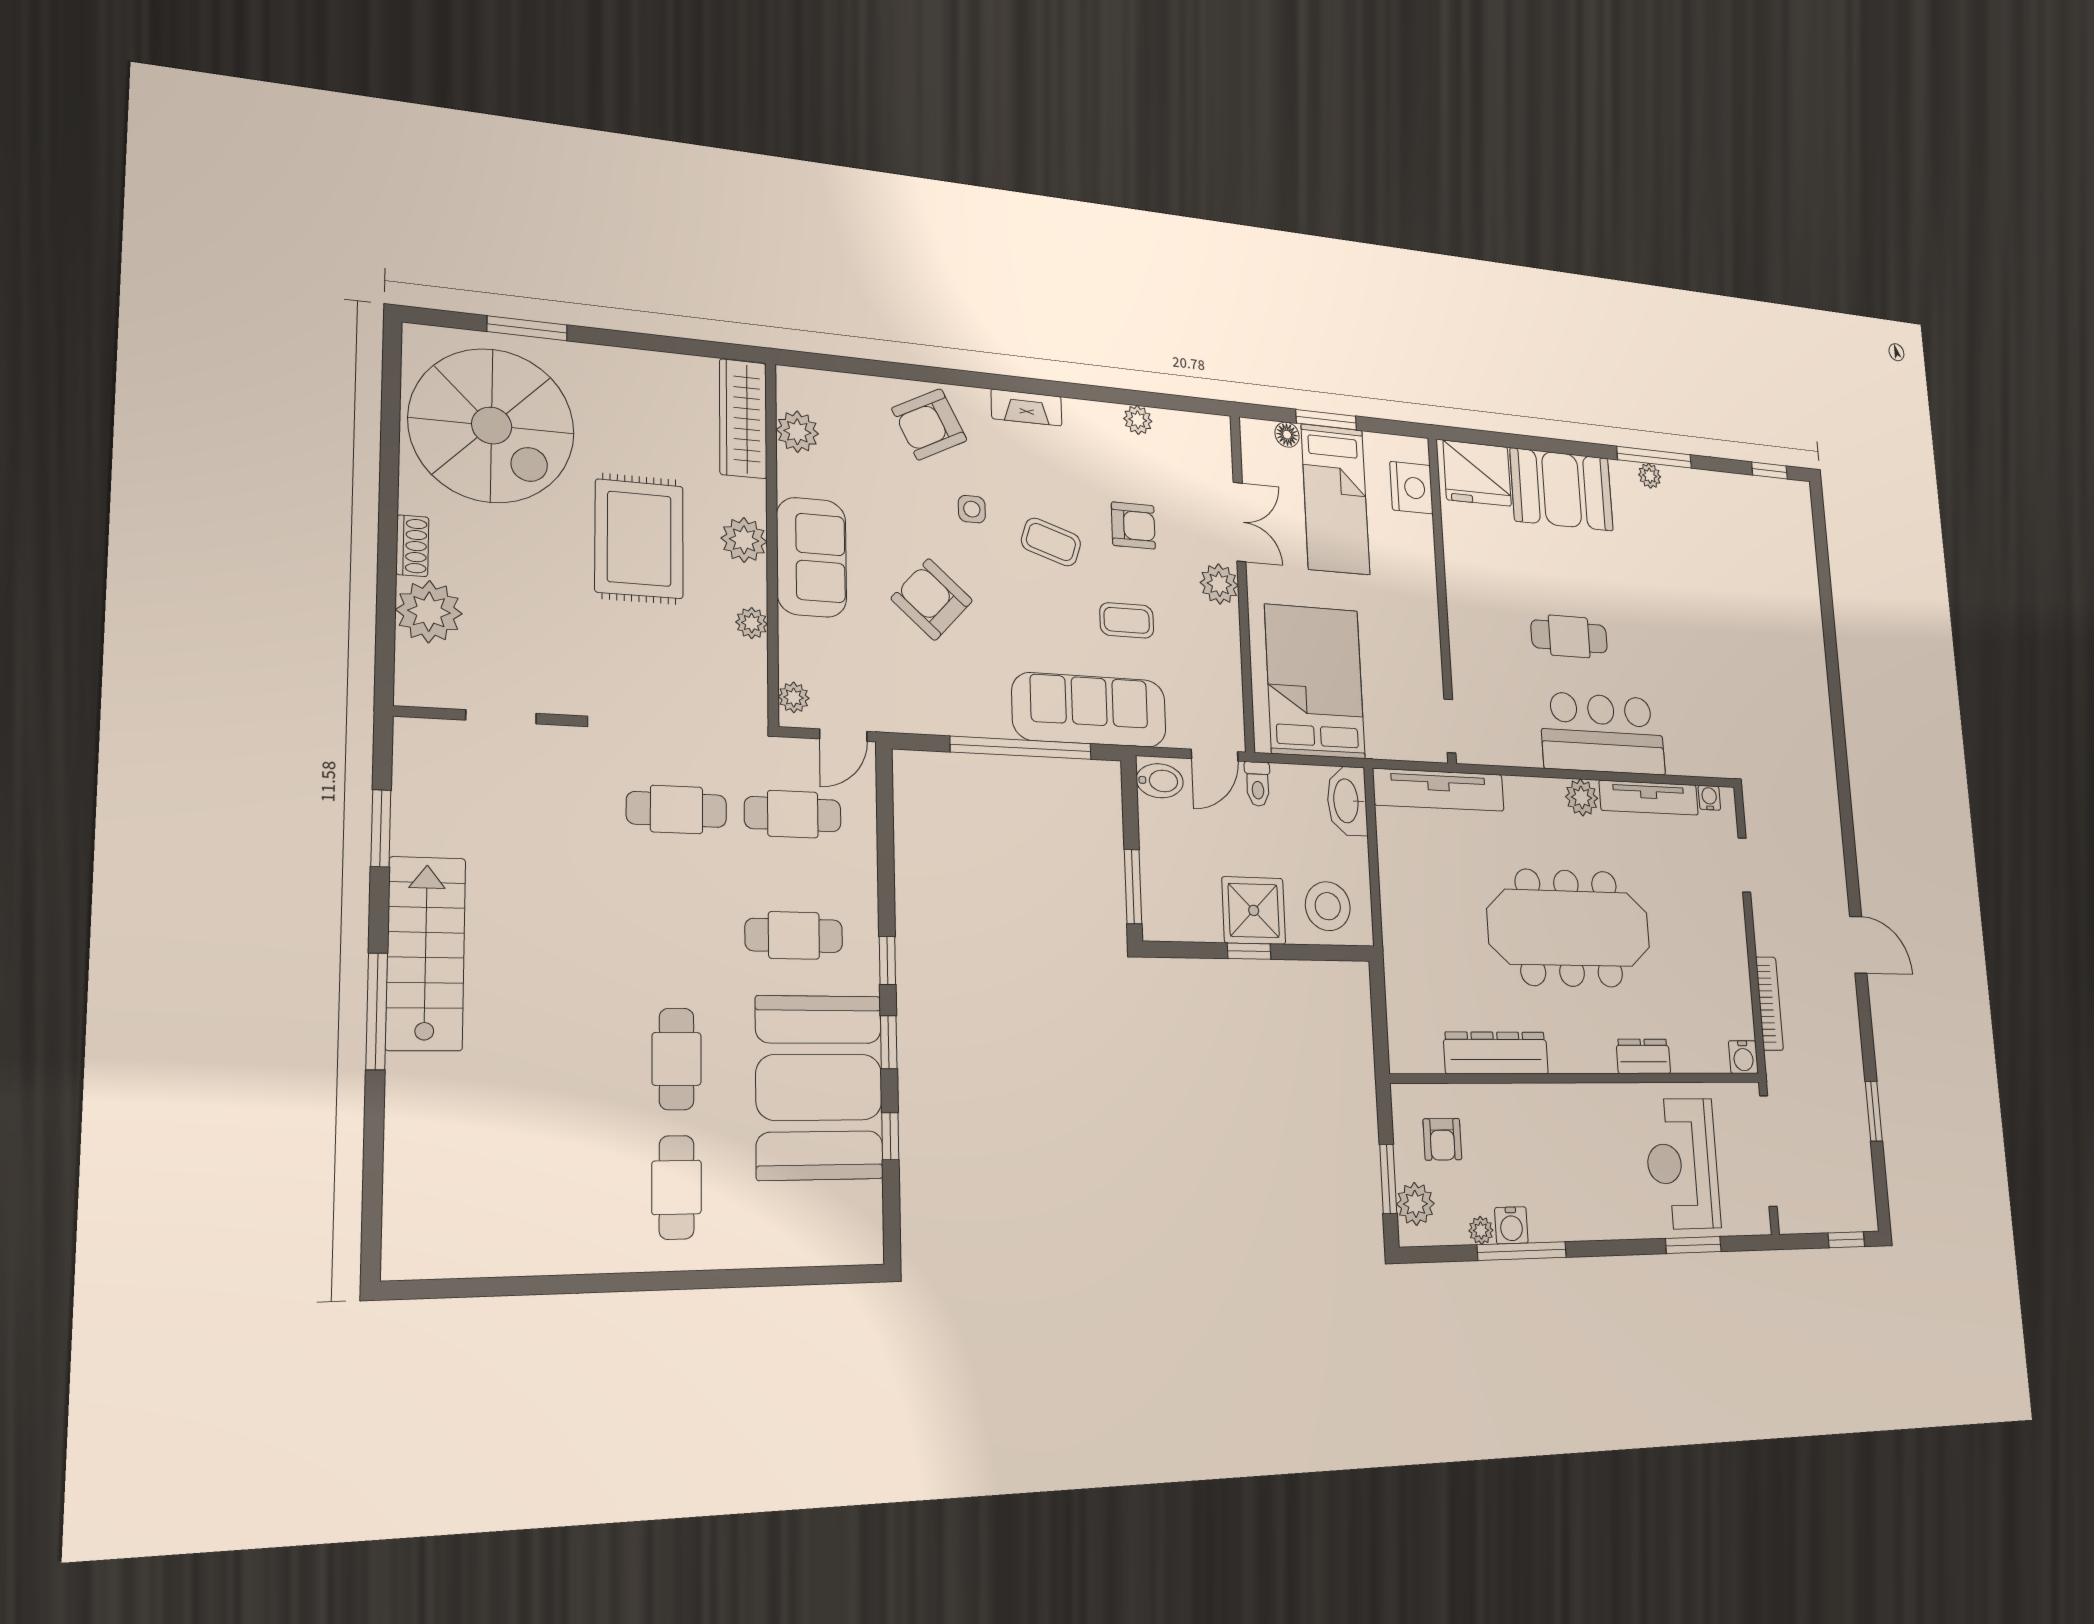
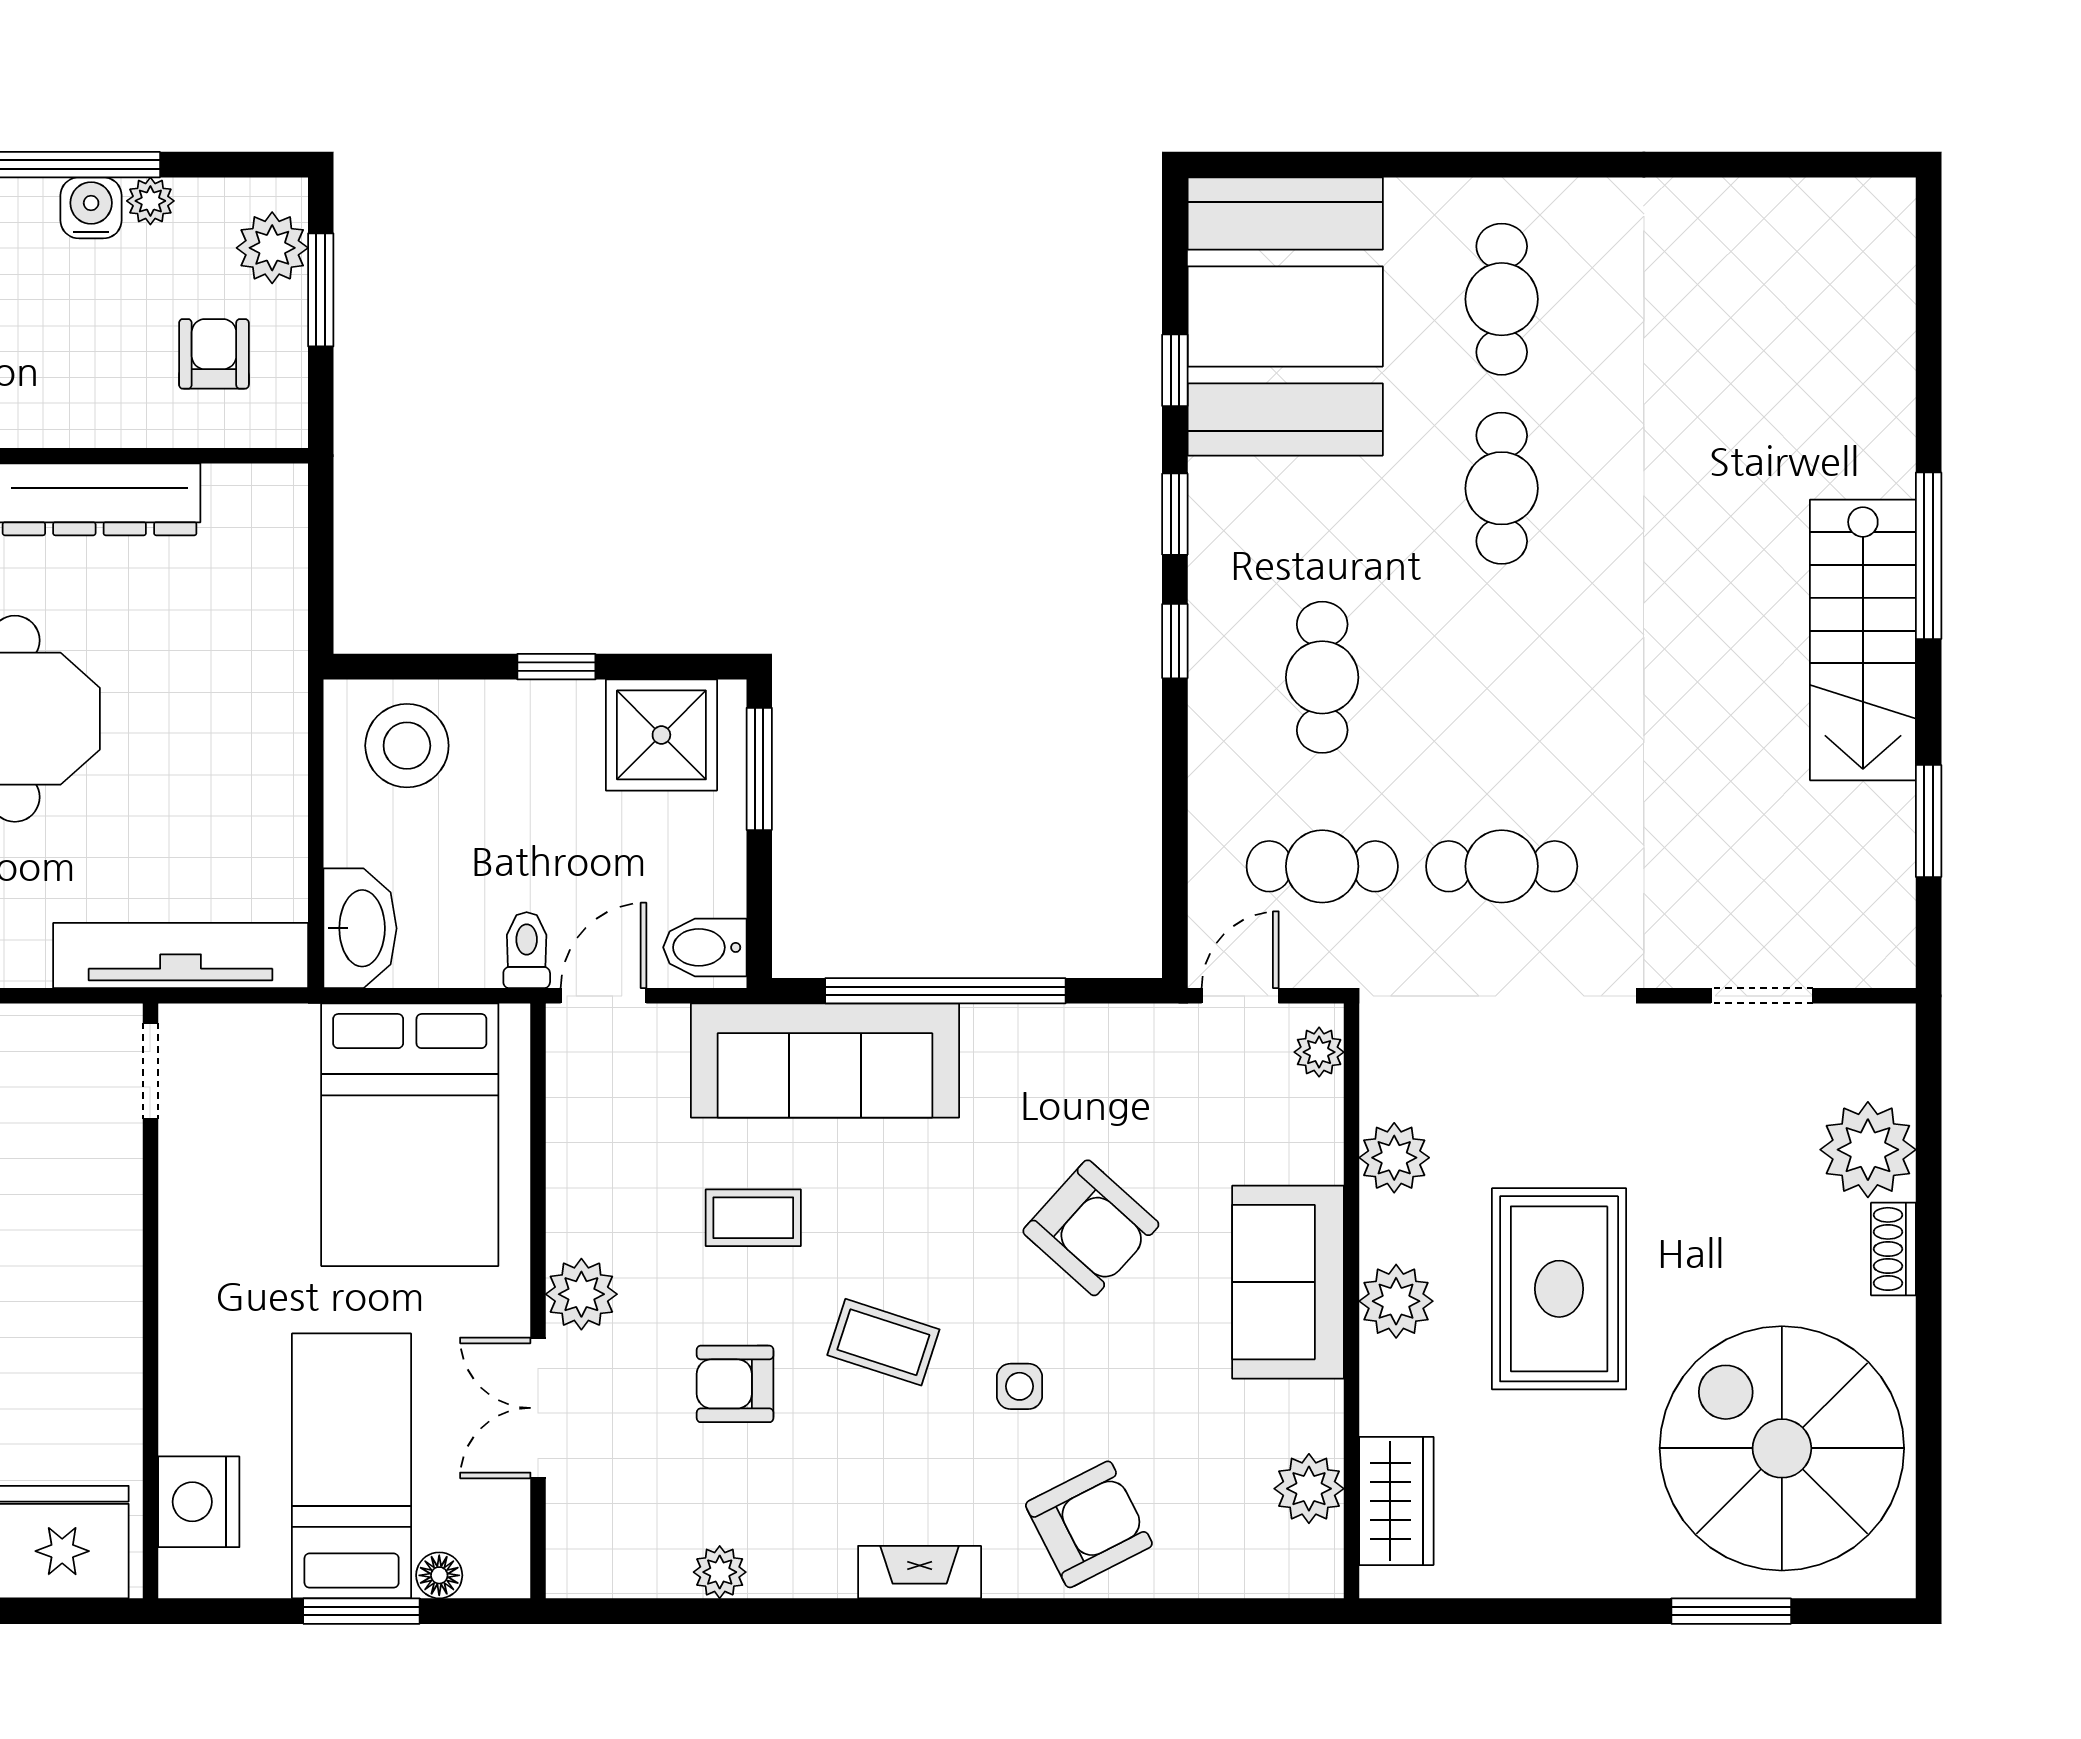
wardrobe: (743, 419) -> (1396, 1501), width x0.67
plant: (752, 623) -> (1394, 1158), width x1.38, depth x1.38
shower: (1254, 910) -> (661, 735), moved
cafe table: (794, 935) -> (1322, 677), turned 90
booth: (819, 1087) -> (1285, 316), moved

